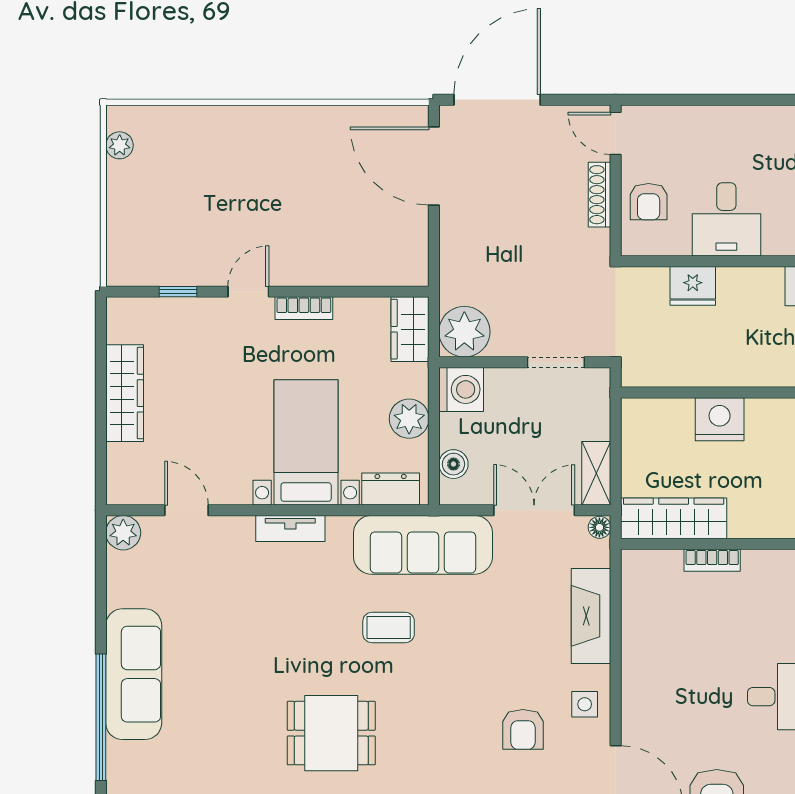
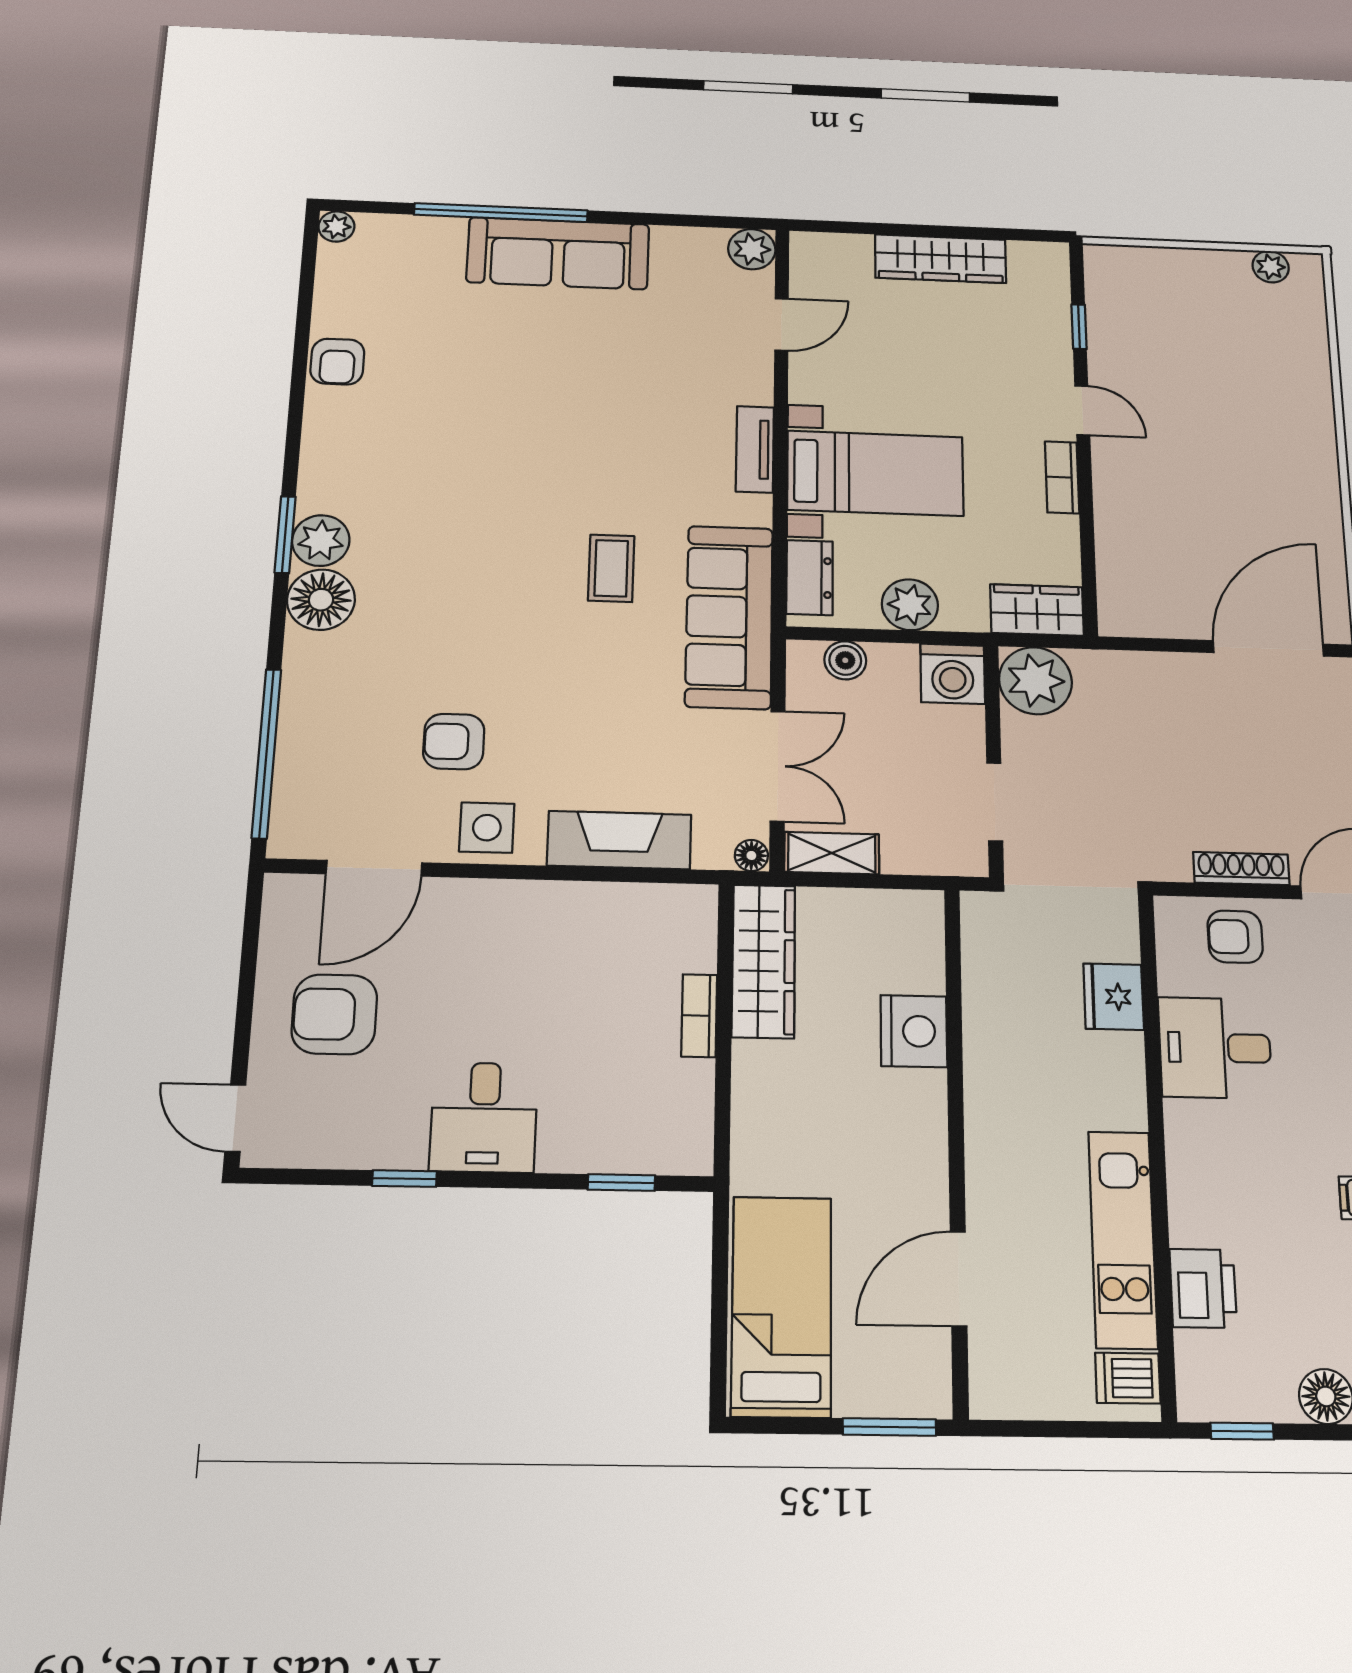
side table: (585, 704) -> (487, 828), width x1.37, depth x1.37
dining table: (331, 733) -> (463, 490), removed

